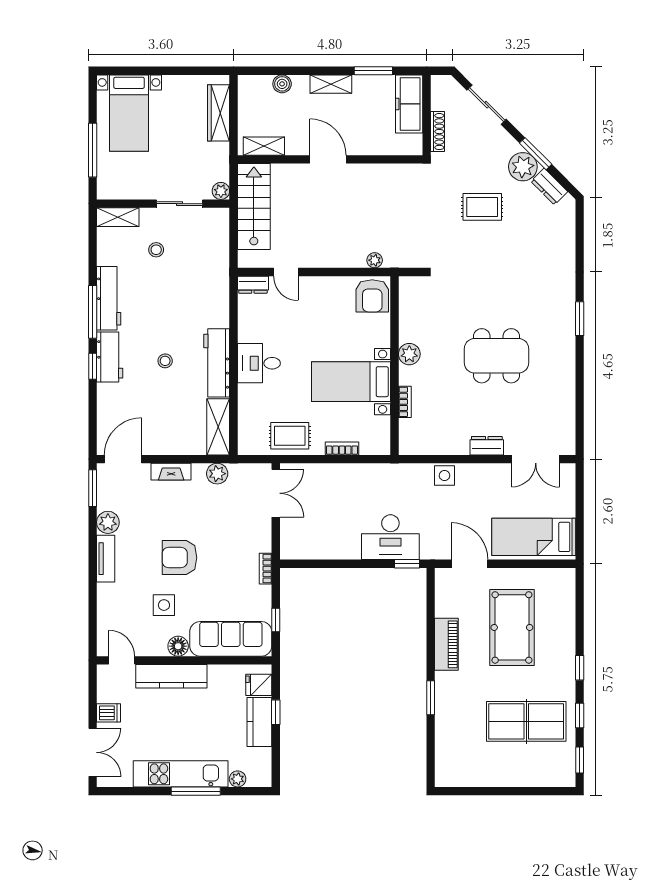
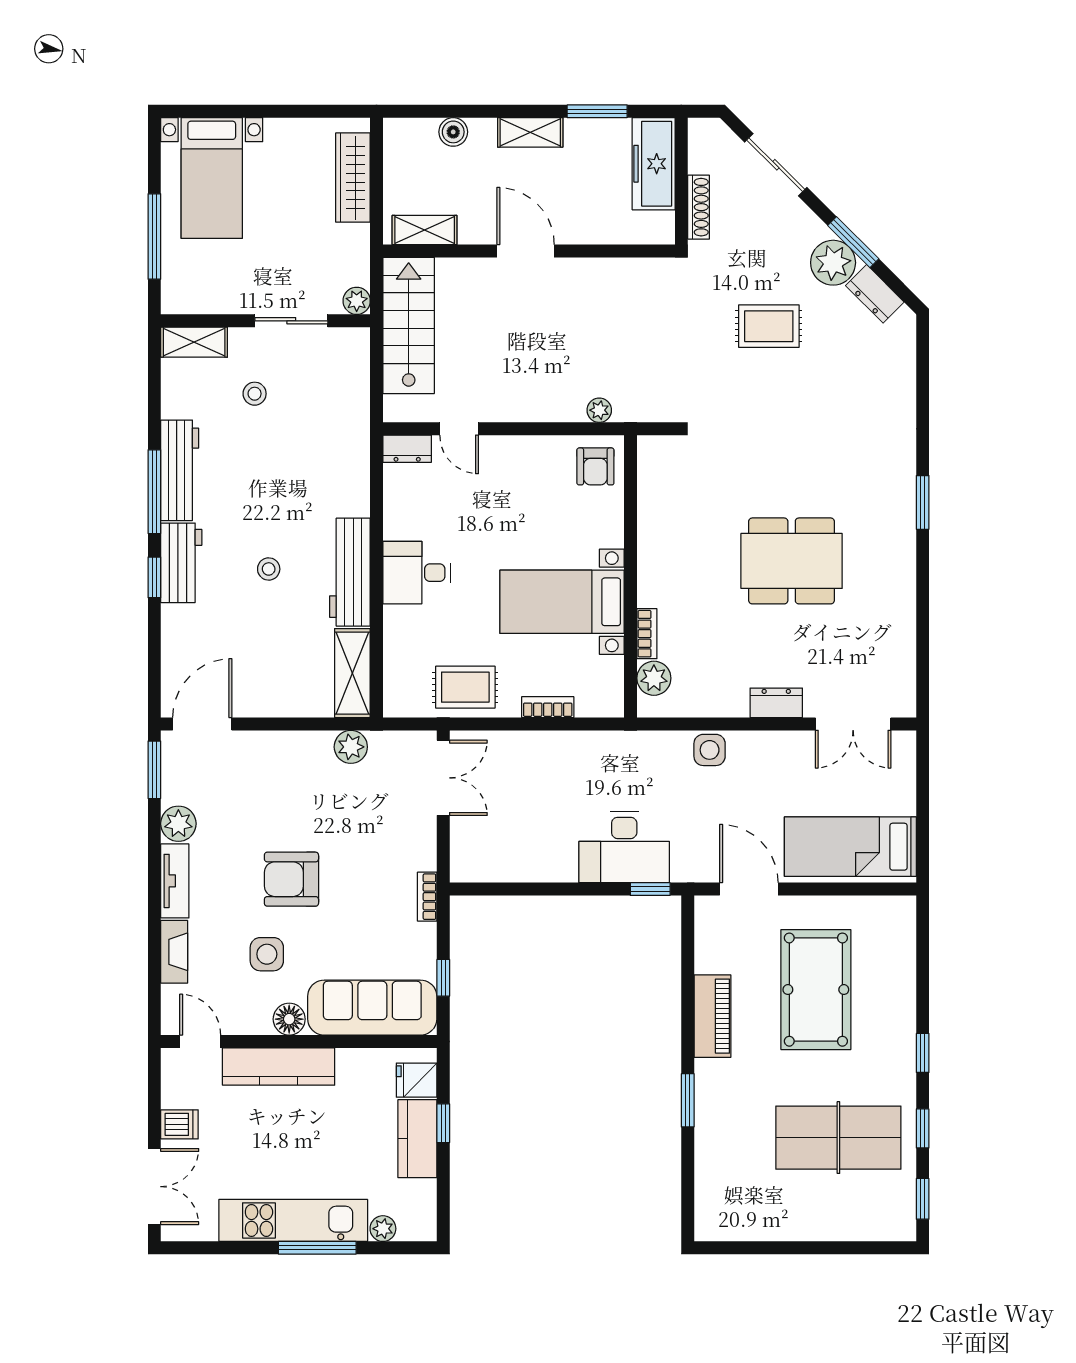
armchair: (372, 296) -> (595, 466), width x0.72, depth x0.72
plant: (409, 354) -> (654, 678), moved
fireplace: (171, 472) -> (174, 952), moved, turned -90

